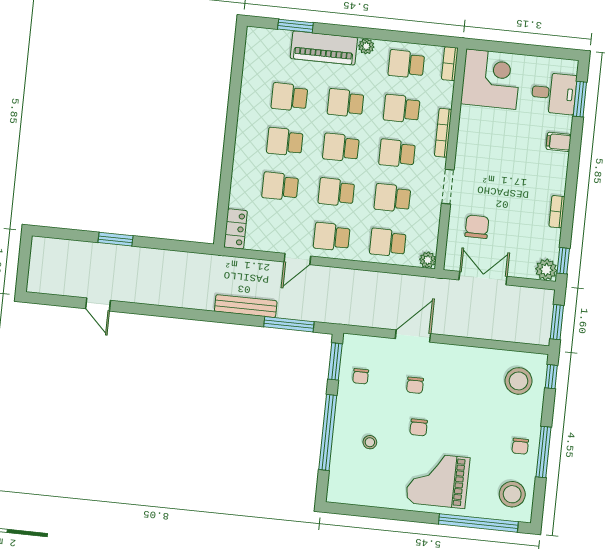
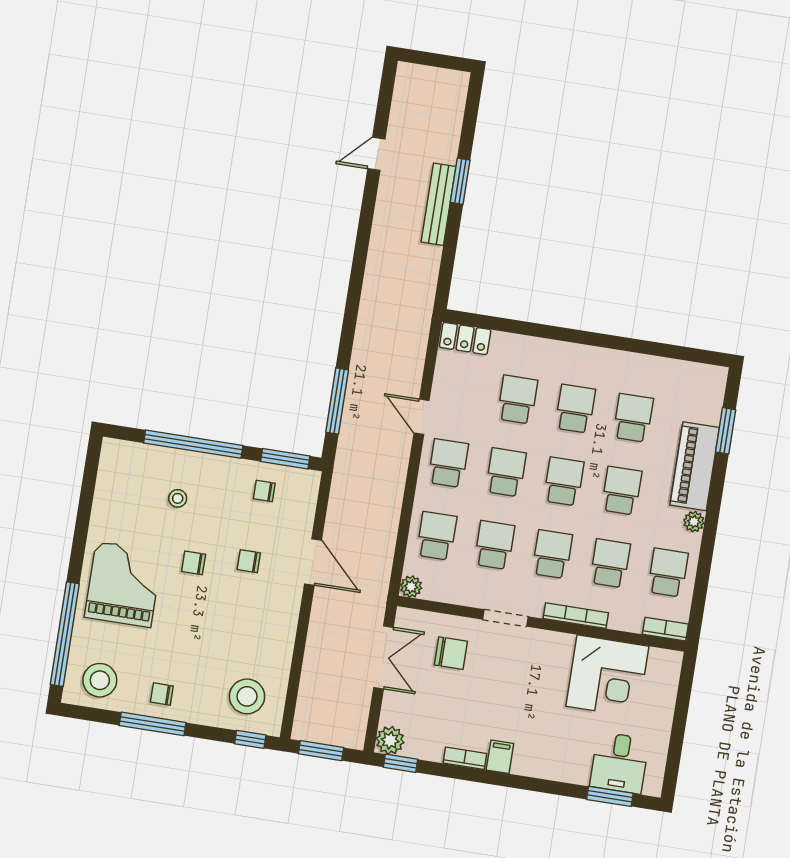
corner desk: (491, 79) -> (607, 676), moved
filing cabinet: (559, 142) -> (500, 757), moved
bench: (246, 306) -> (439, 204), moved

